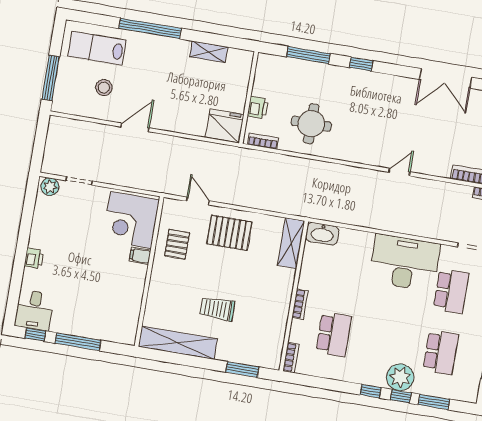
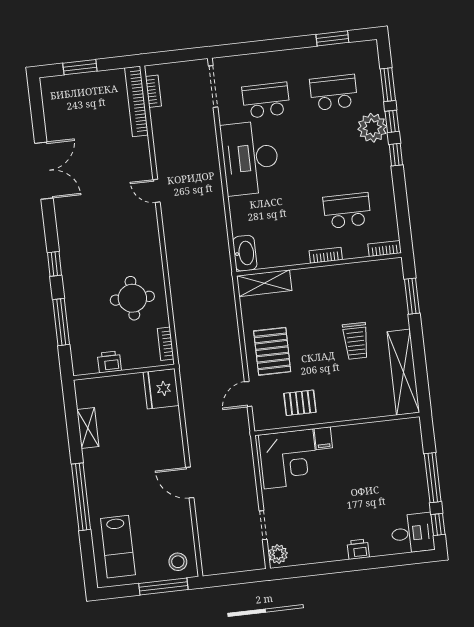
stool: (104, 88) -> (178, 562), moved
printer: (258, 108) -> (109, 362), moved

